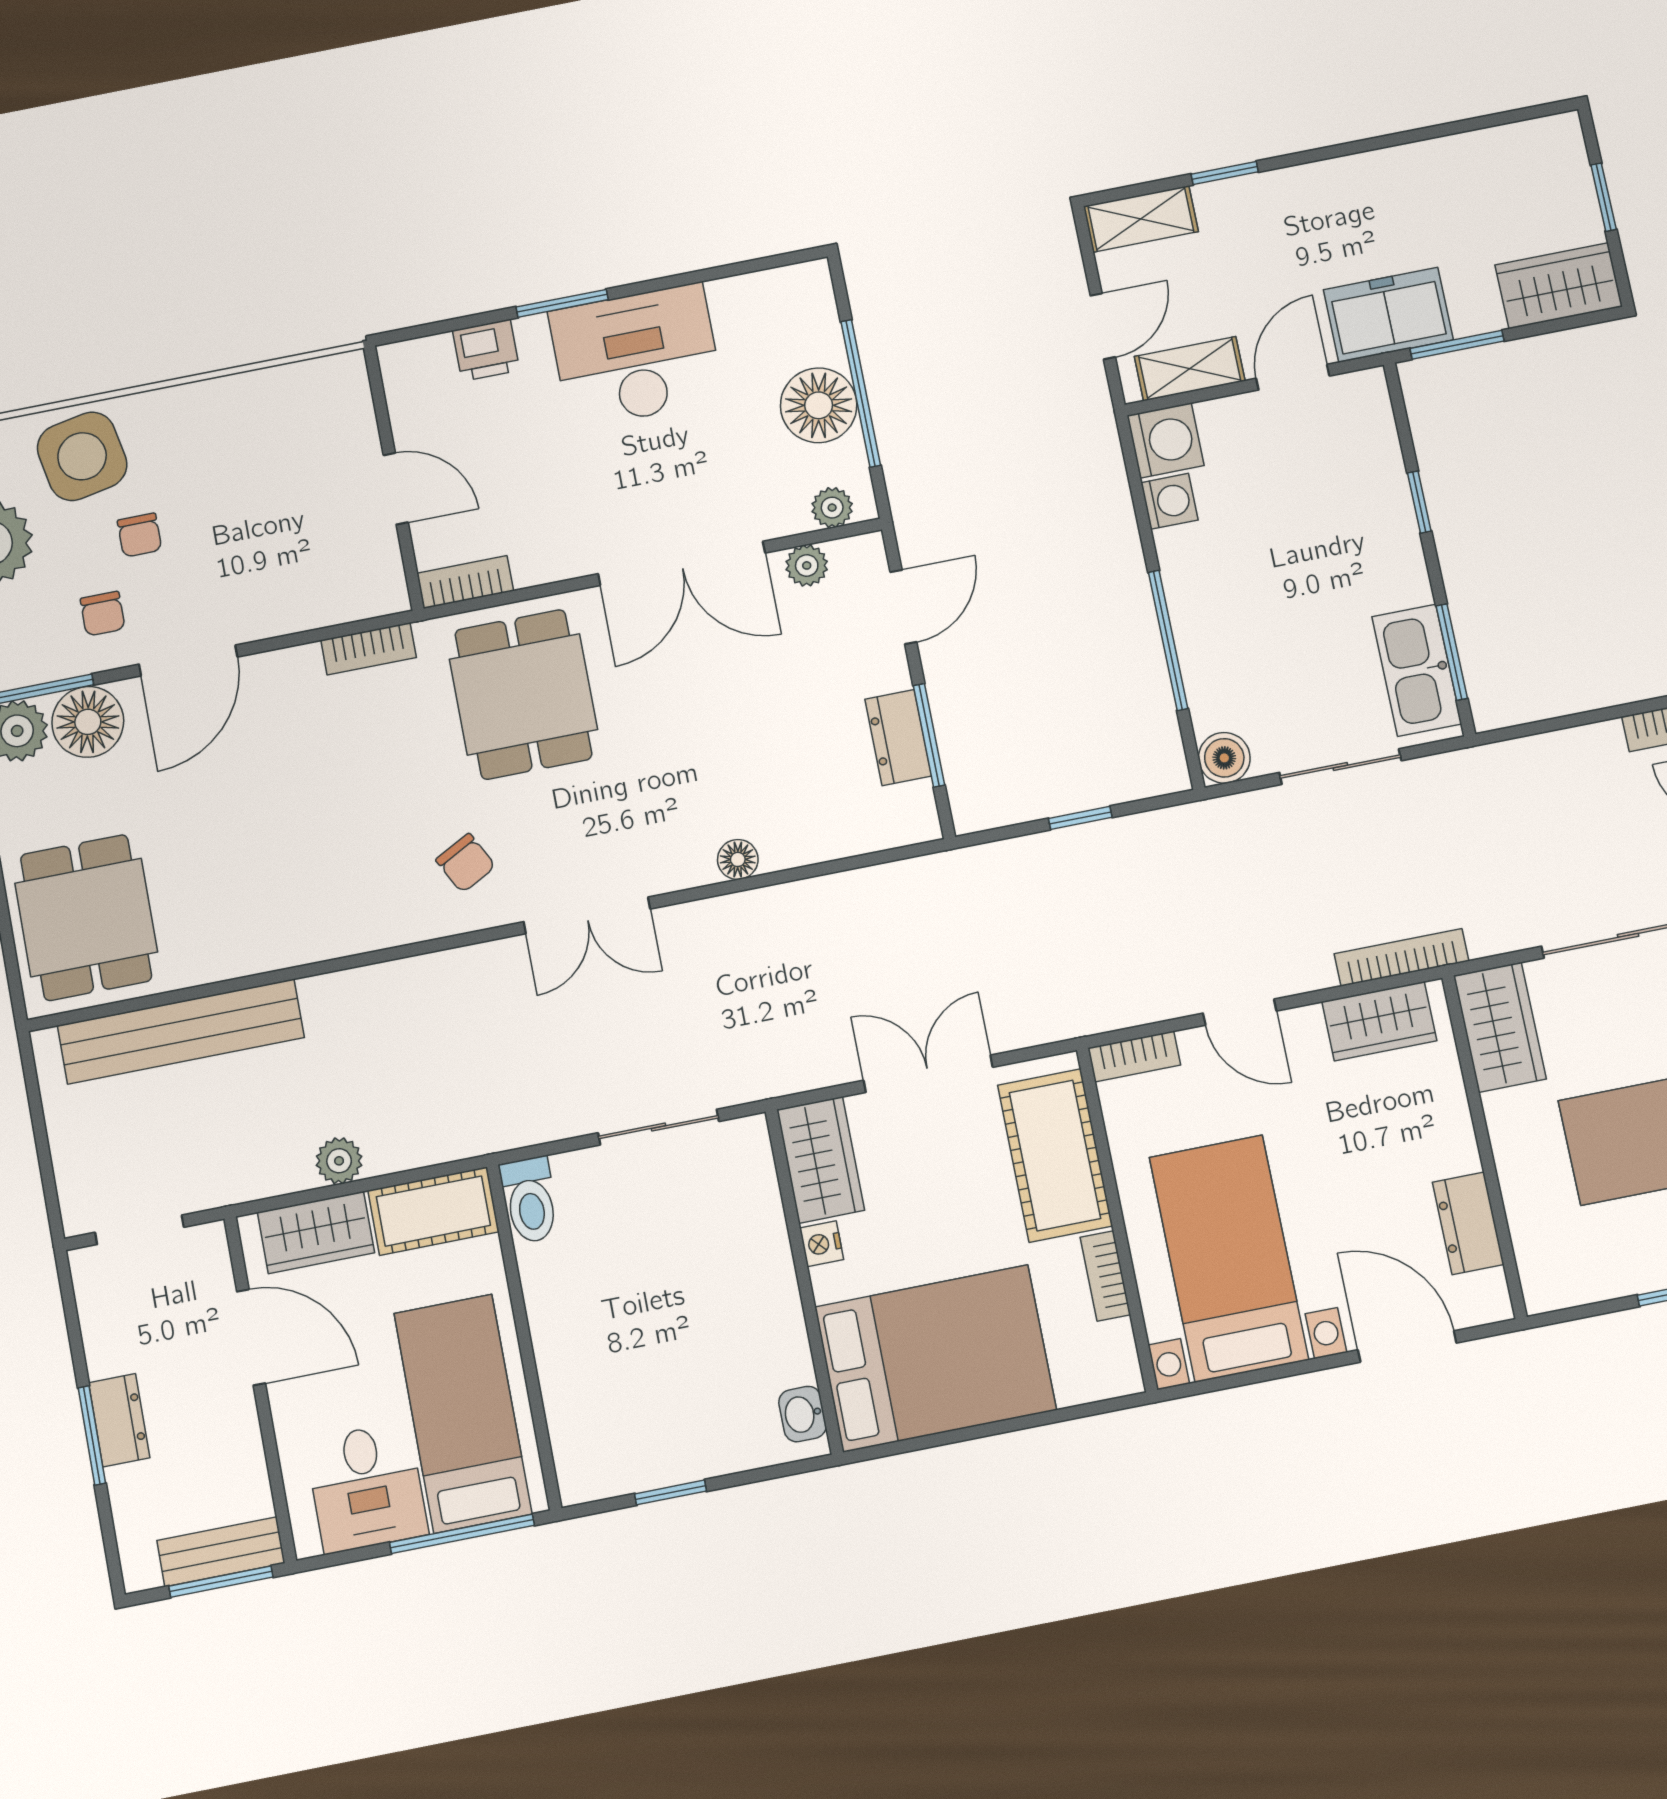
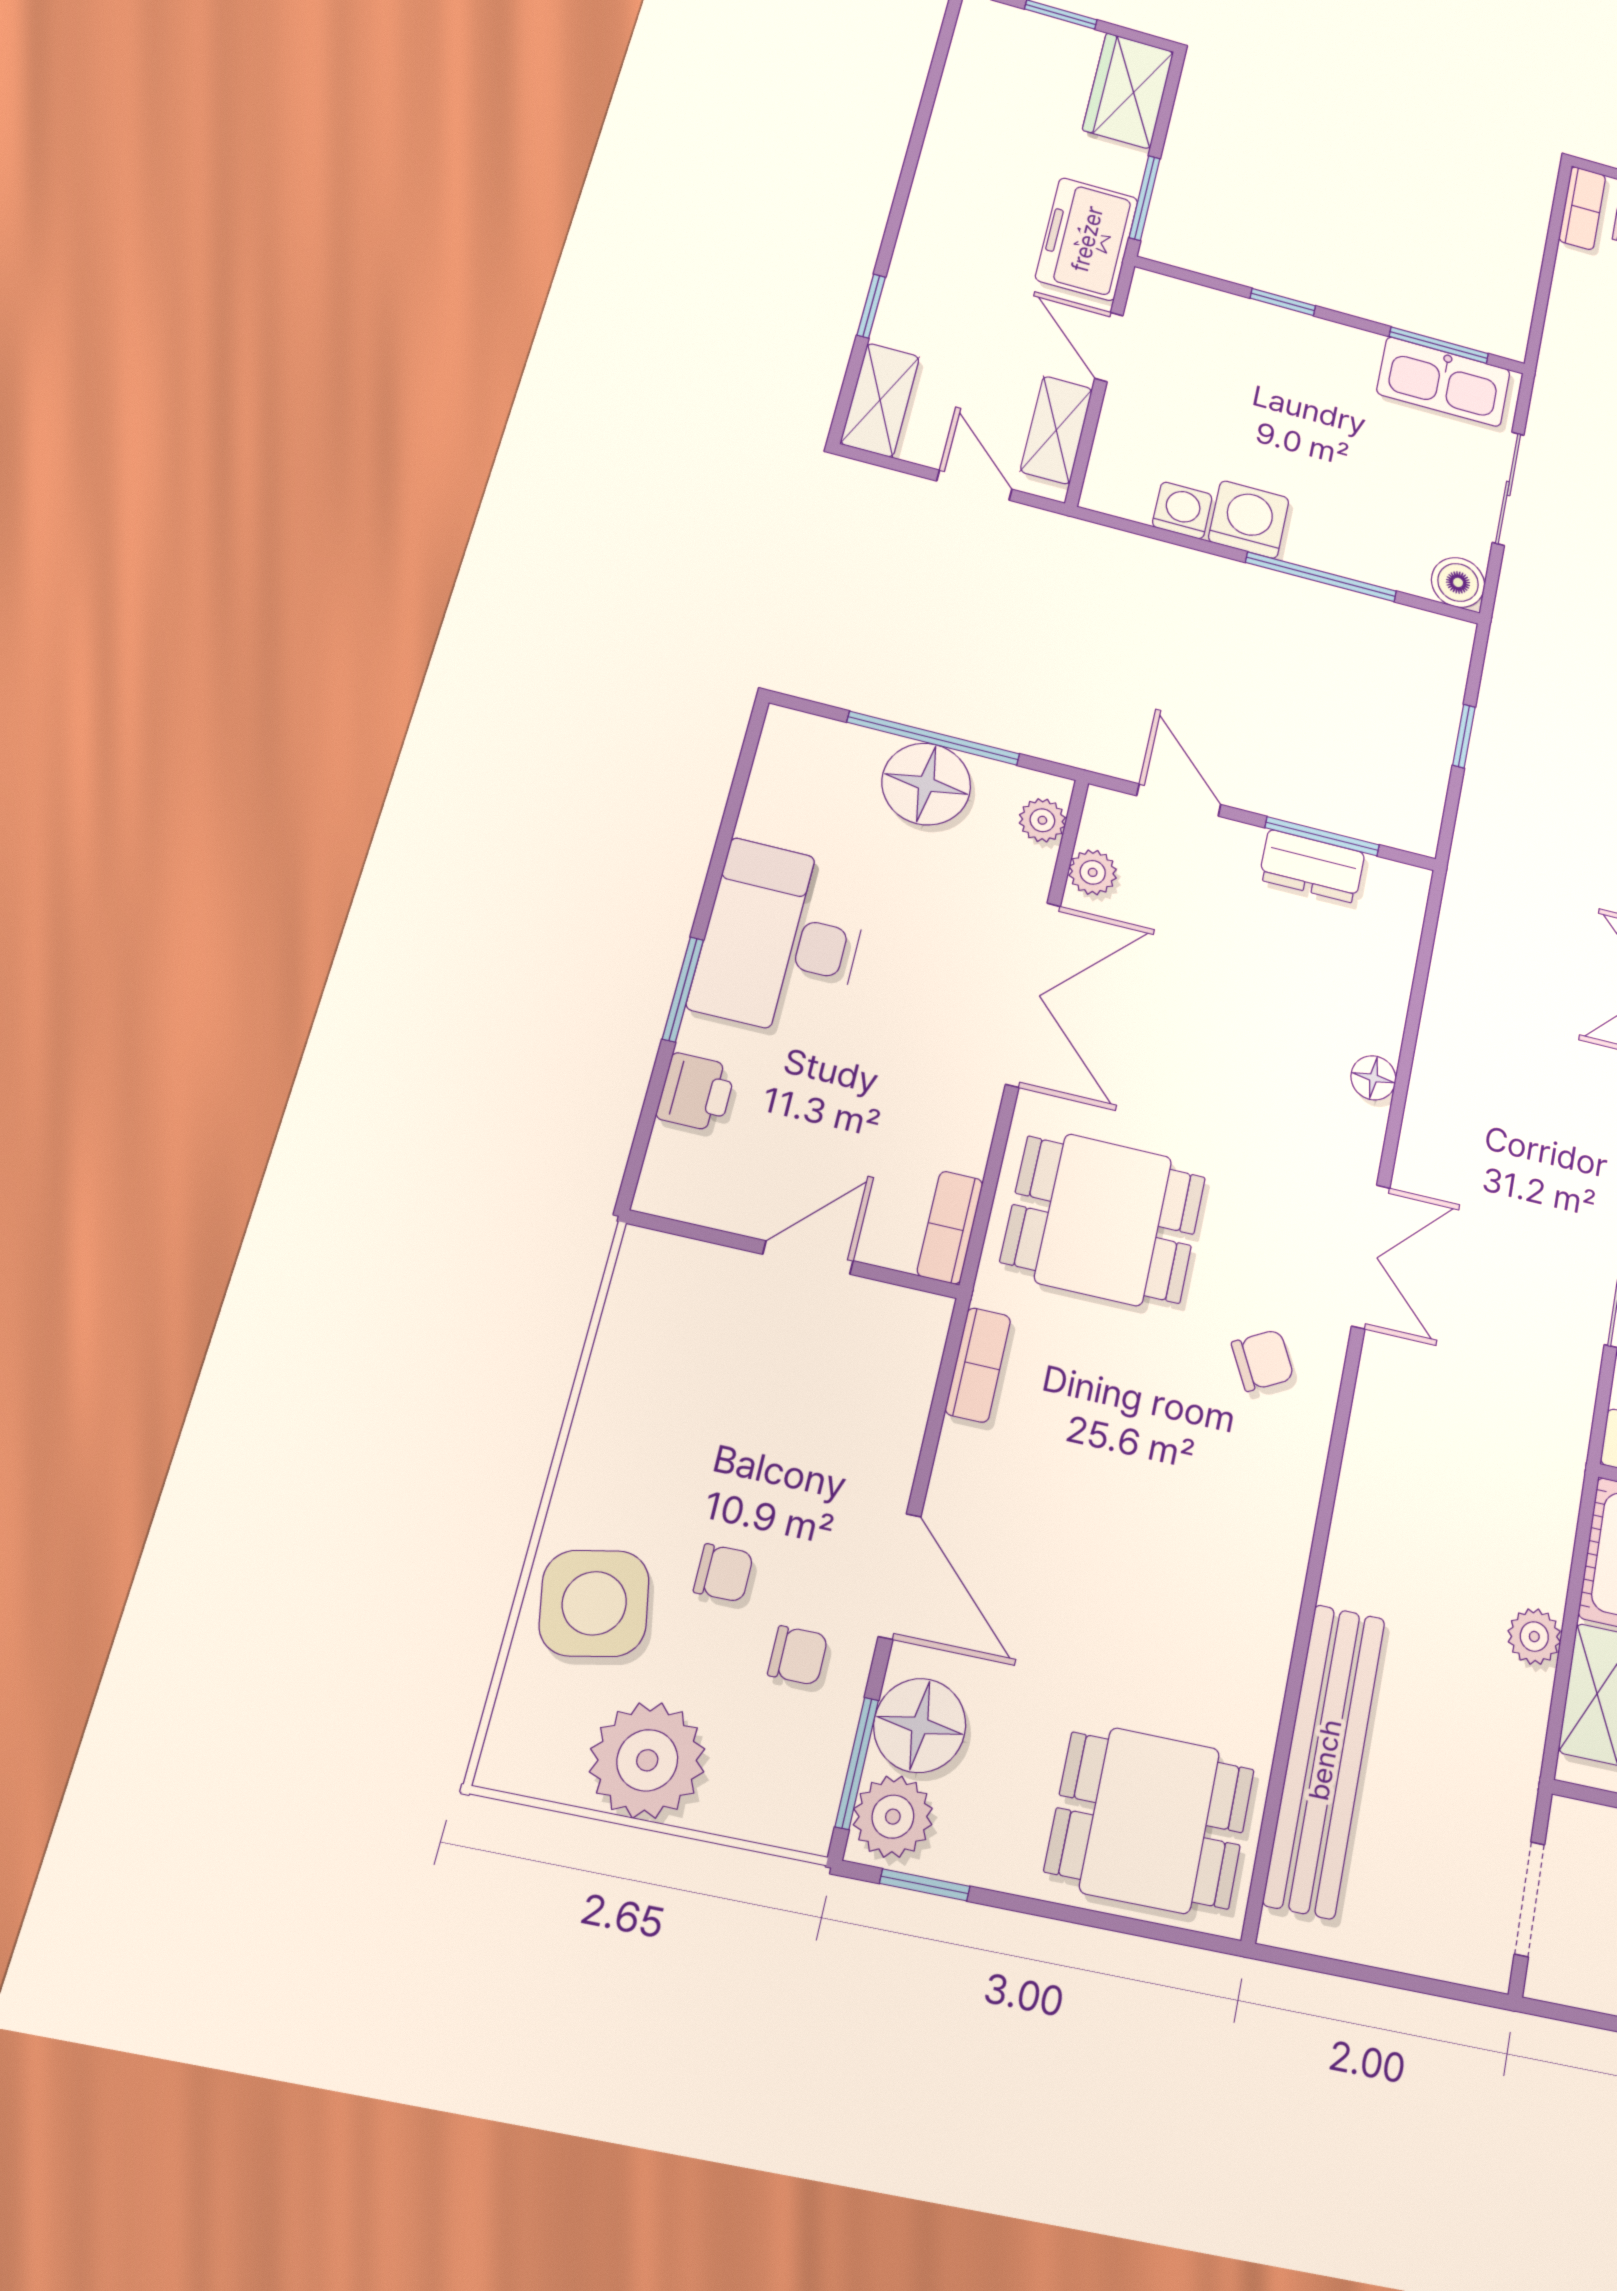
washing machine: (1166, 440) -> (1249, 520), moved

